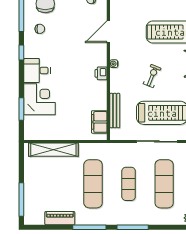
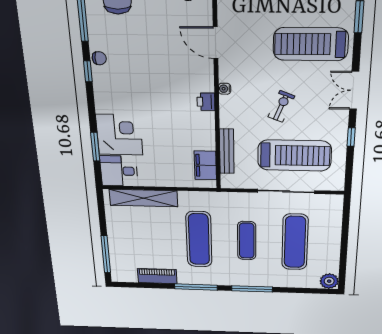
chair: (40, 29) -> (99, 58), moved
door: (108, 32) -> (216, 43), hinge flipped
desk: (37, 70) -> (119, 171), moved

